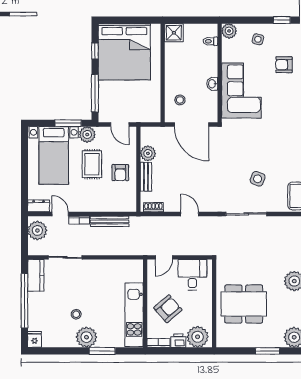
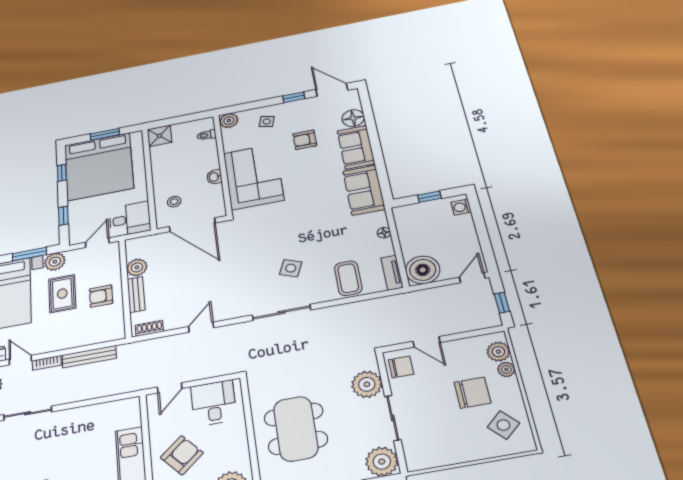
window: (131, 20) -> (105, 134), added
window: (95, 93) -> (63, 216), width x0.46
desk: (146, 108) -> (130, 219), added
door: (120, 125) -> (97, 243), swing flipped
armchair: (120, 173) -> (101, 296), turned 90
door: (190, 214) -> (201, 327), hinge flipped
dining table: (244, 304) -> (296, 429), turned 90

